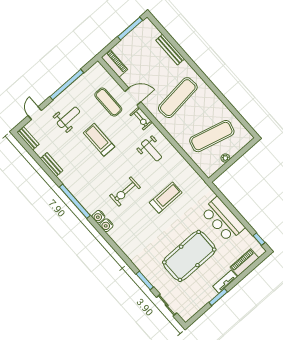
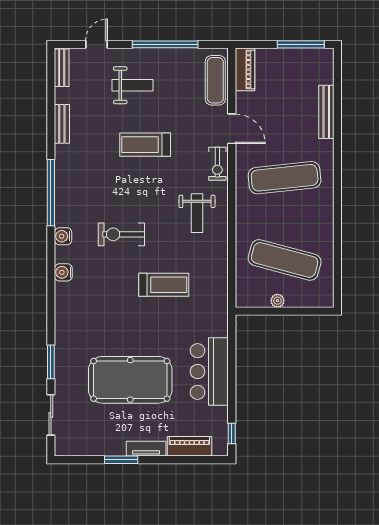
exercise mat: (108, 102) -> (215, 80), moved
treadmill: (99, 140) -> (145, 145), turned -90
water cooler: (106, 225) -> (63, 272), moved

